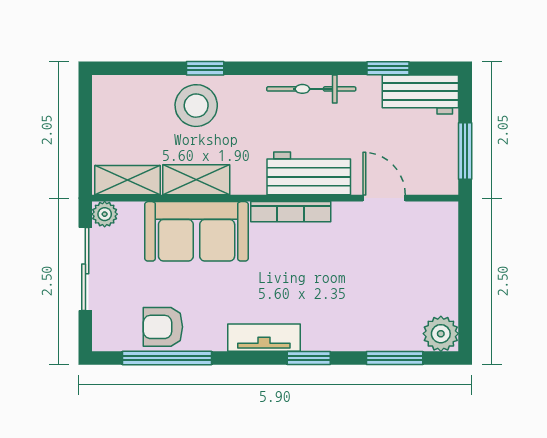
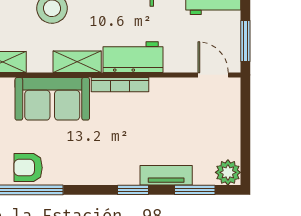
shelving: (196, 180) -> (77, 62), moved
door: (384, 198) -> (213, 75), moved
tv unit: (264, 338) -> (166, 175), moved

